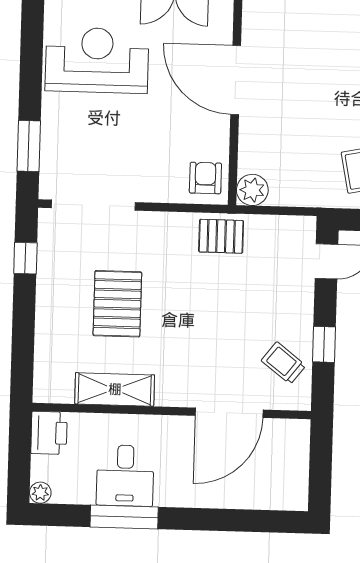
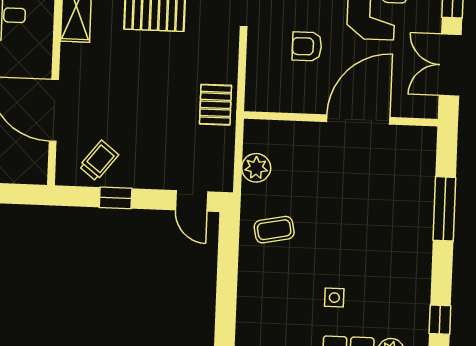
armchair: (205, 178) -> (307, 46), moved, turned 180
plant: (252, 190) -> (256, 168), moved

